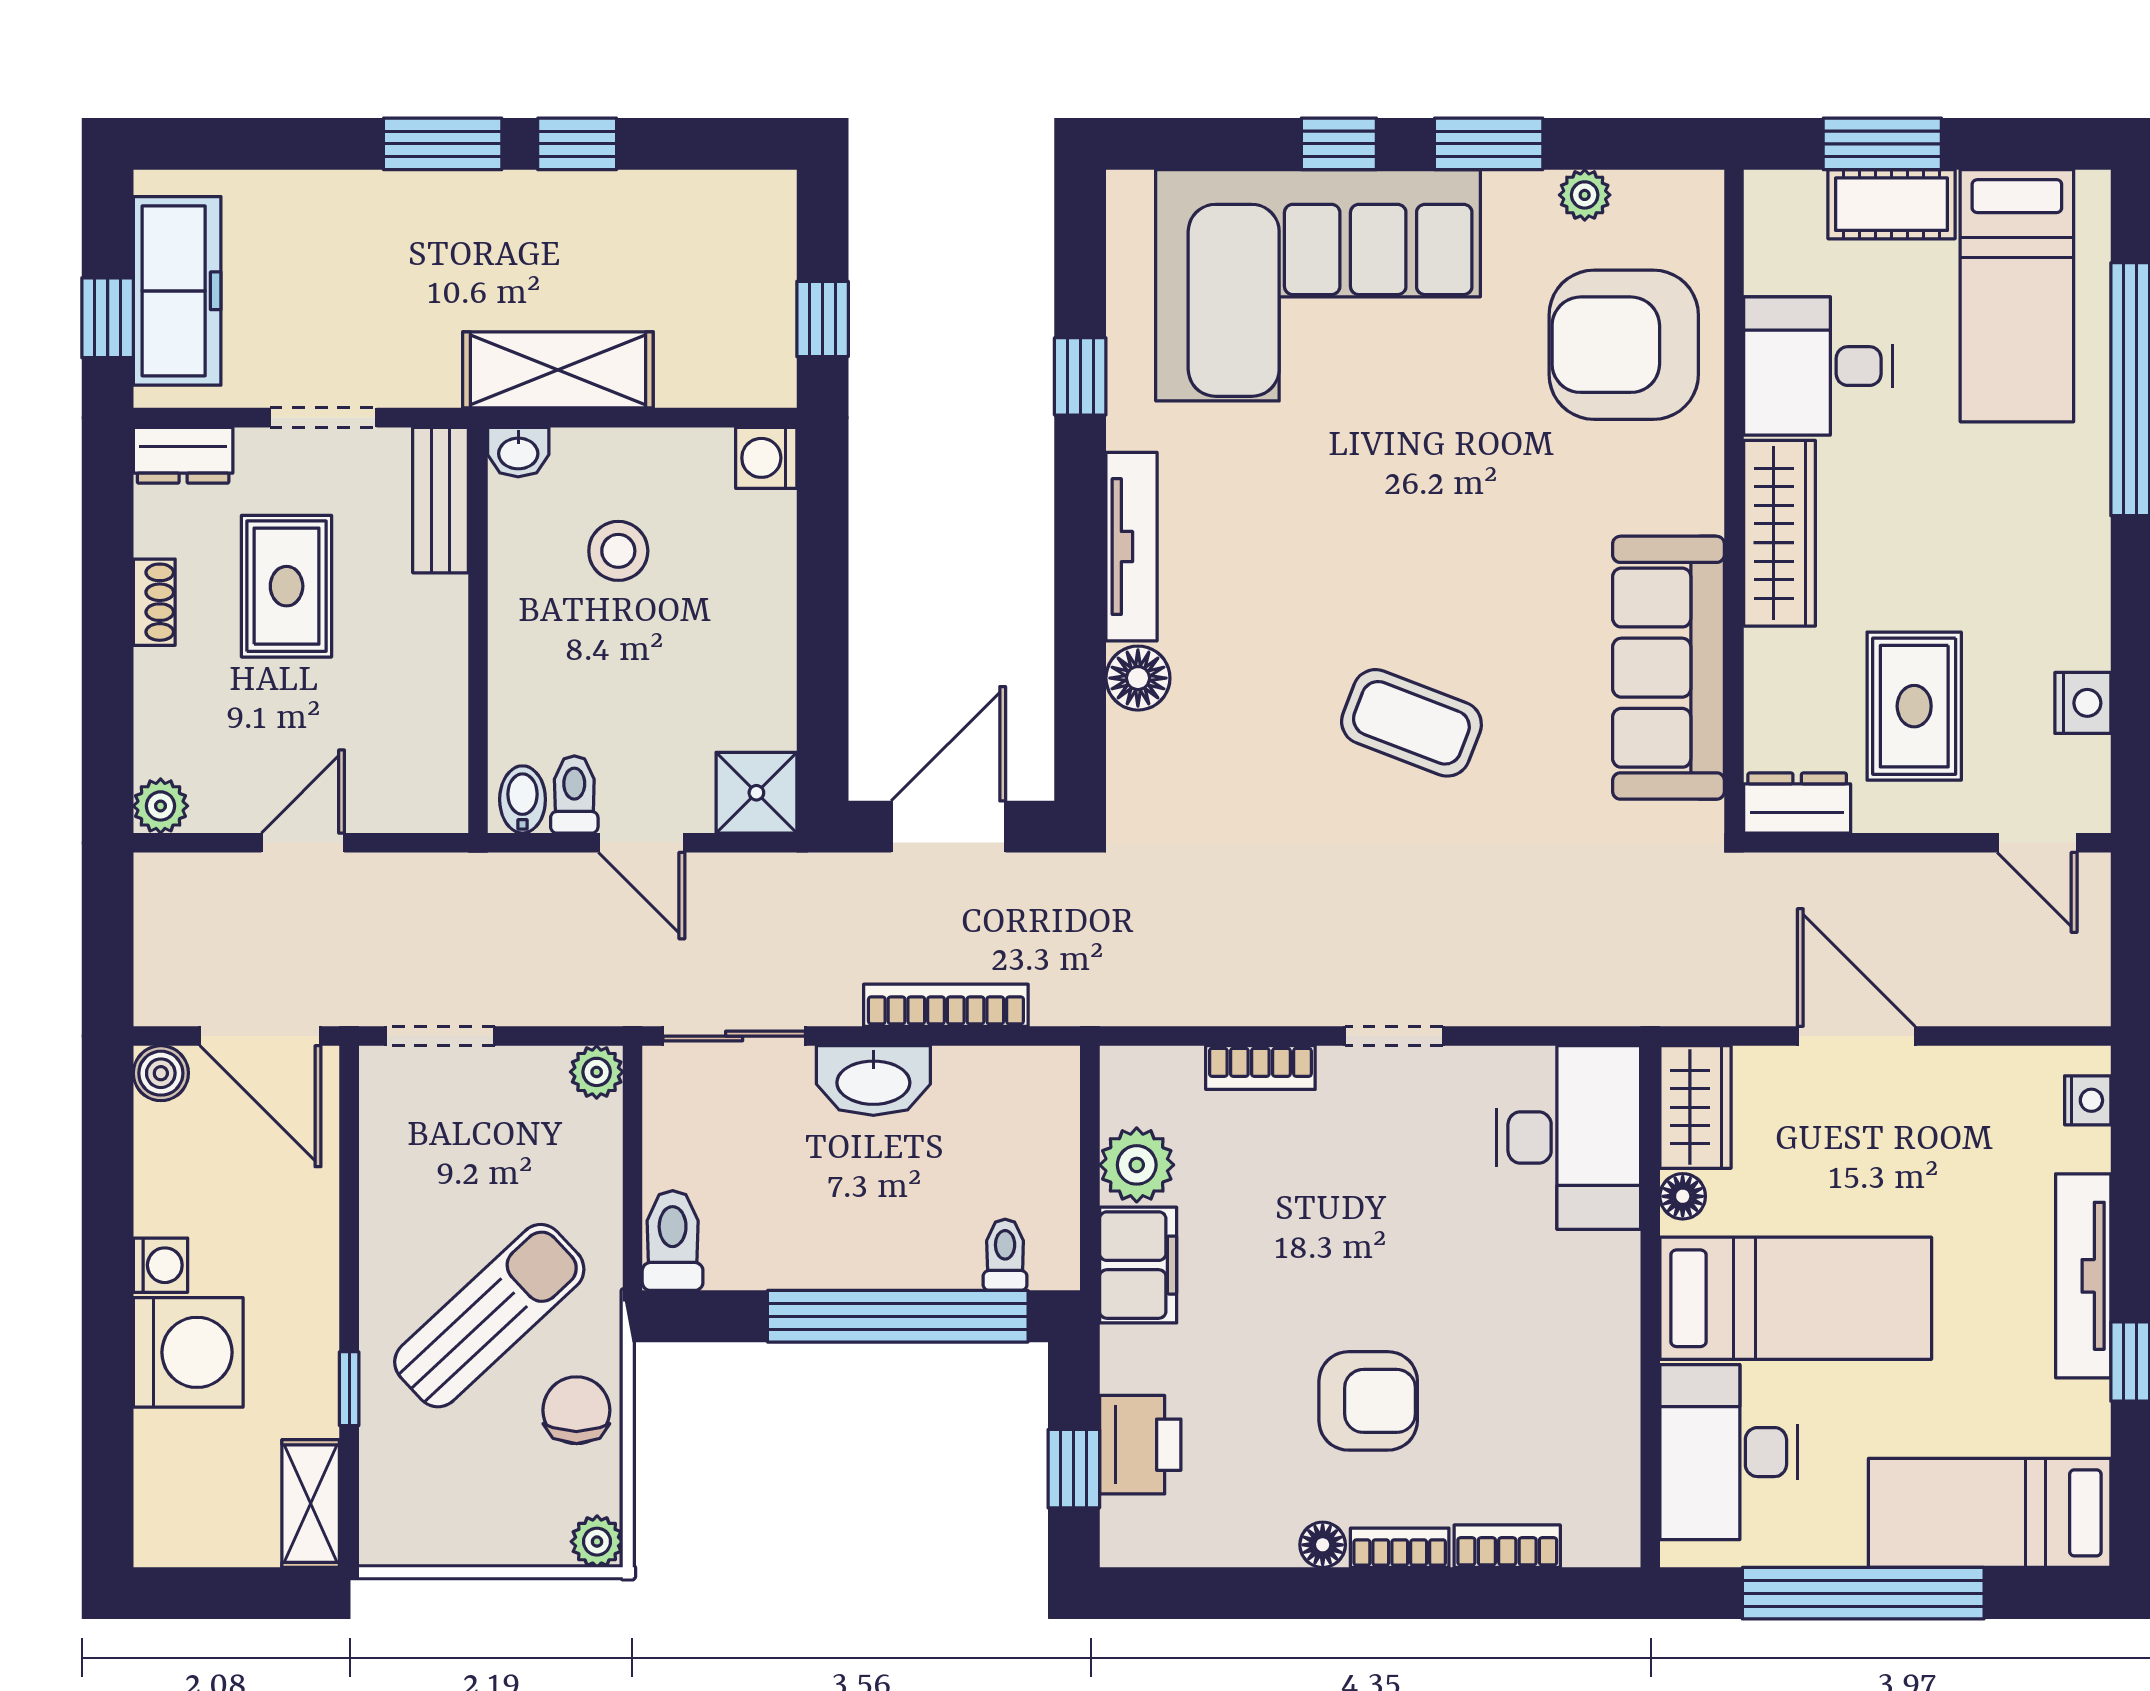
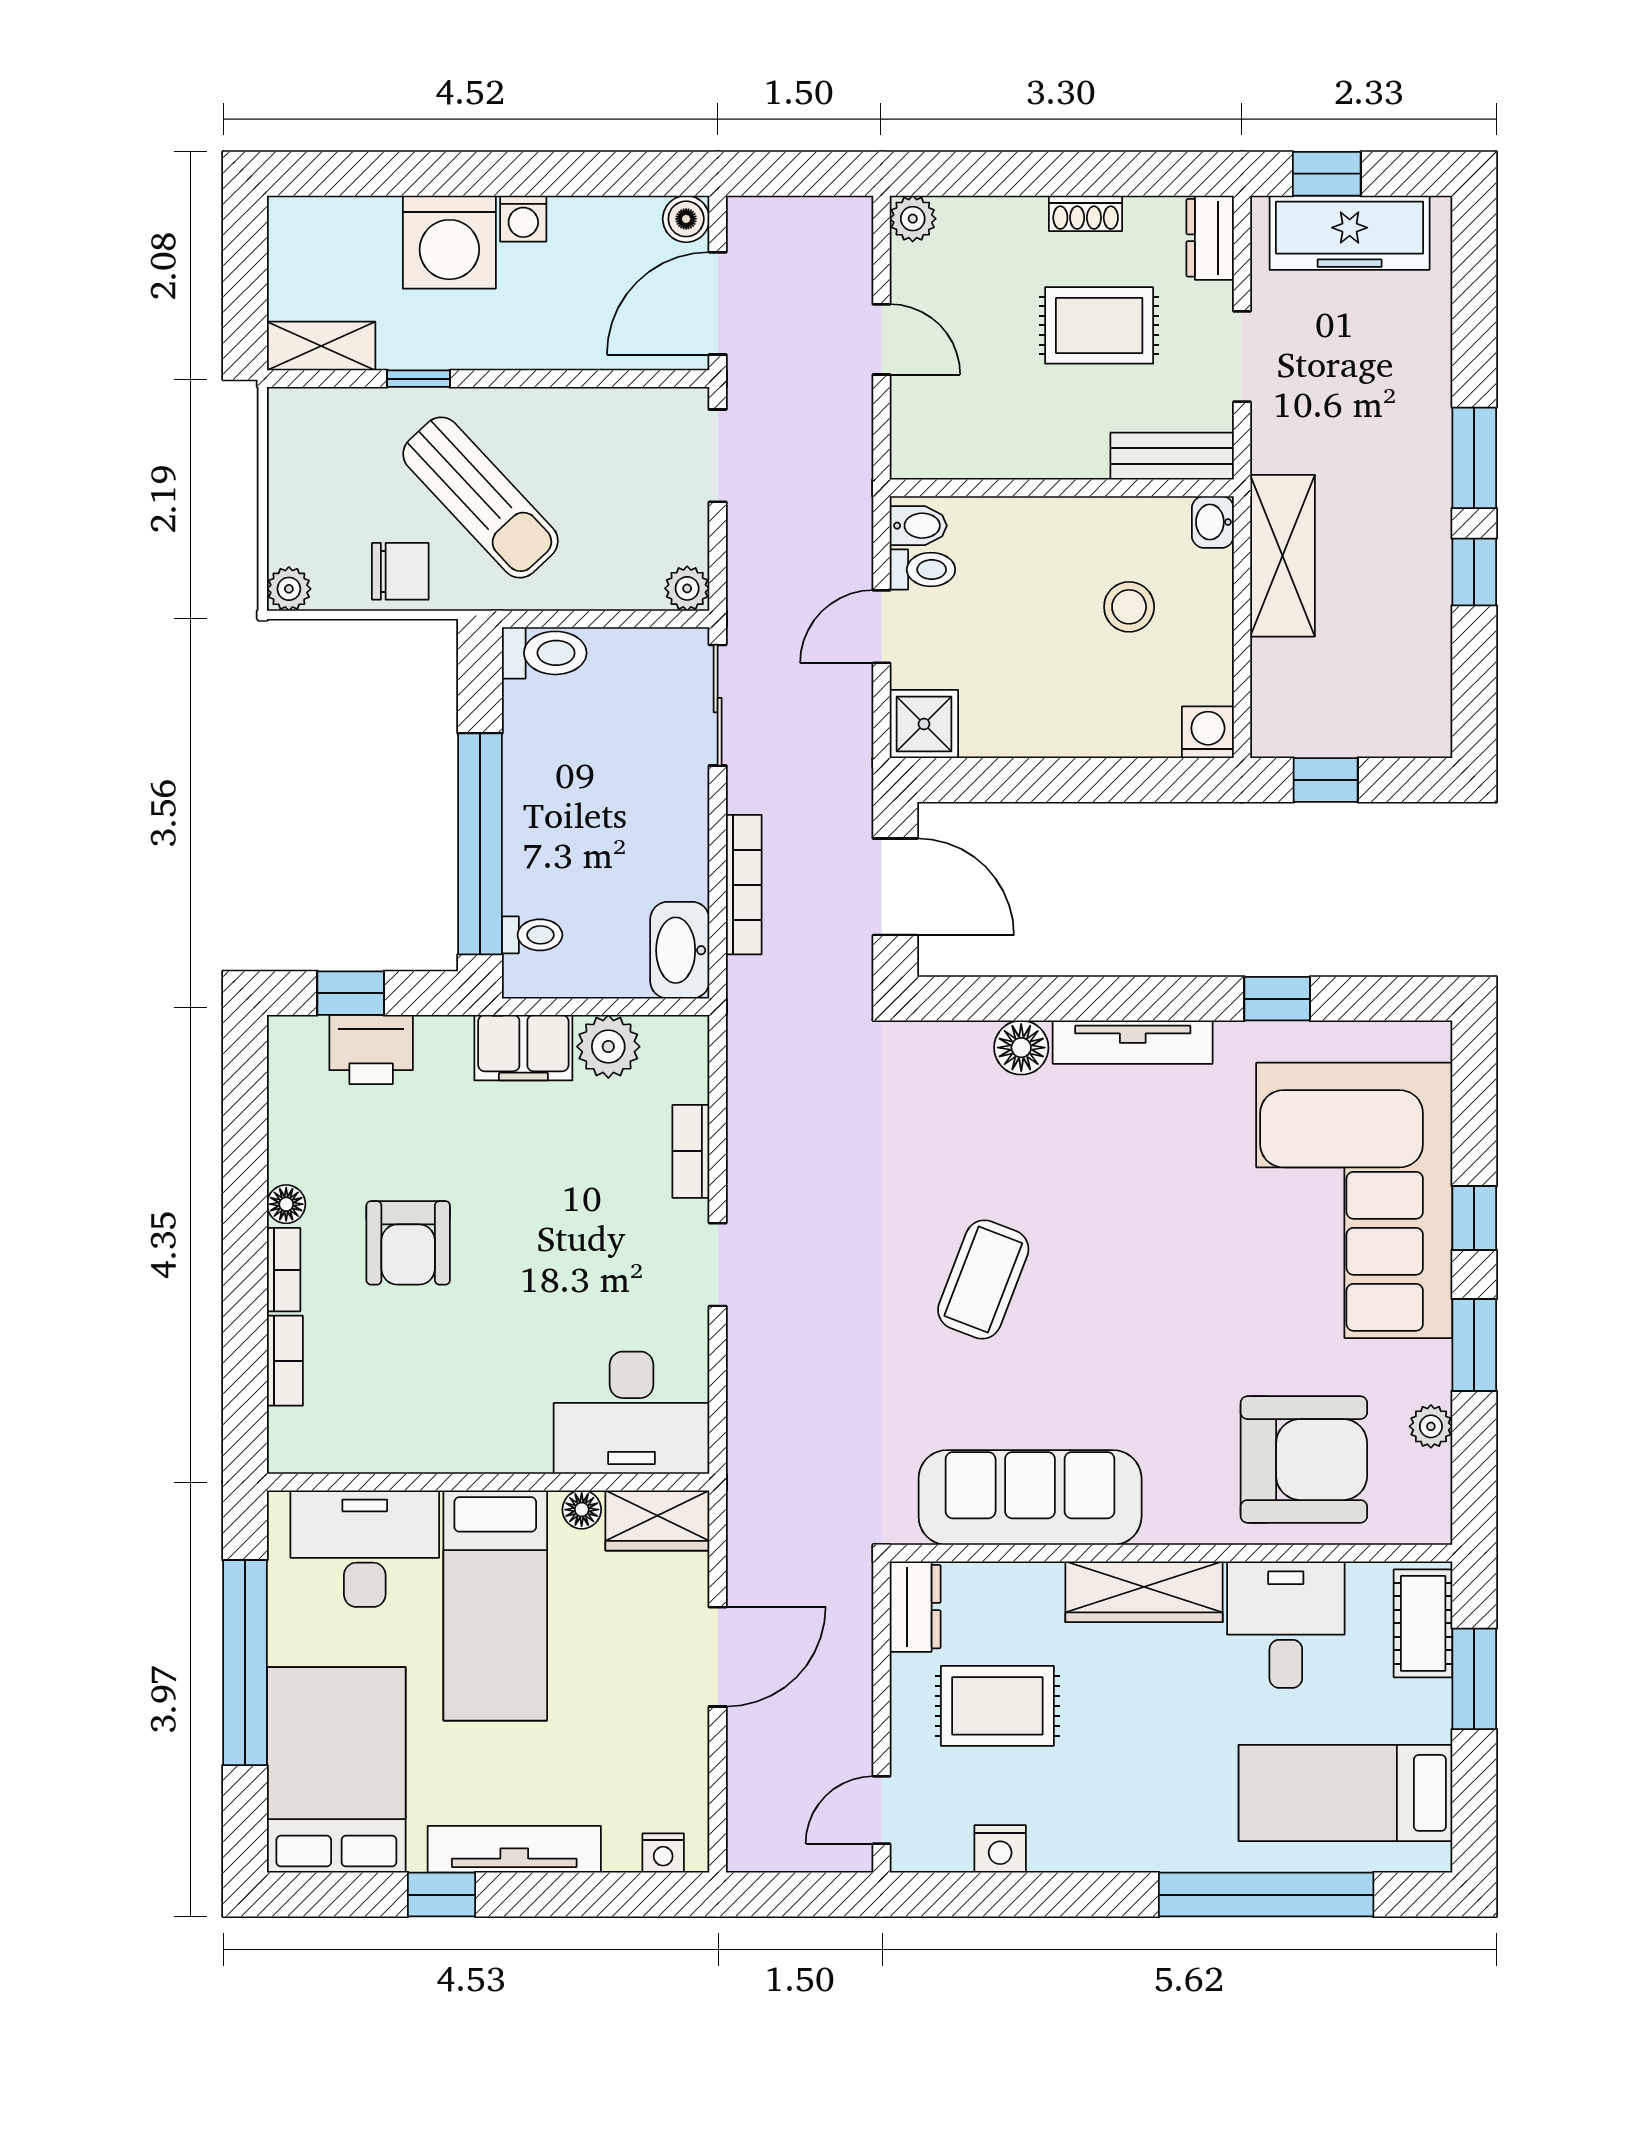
cot: (1891, 204) -> (1423, 1623), moved
armchair: (1624, 345) -> (1304, 1460), turned 90
washbasin: (873, 1081) -> (680, 950), moved
bed: (1990, 1513) -> (336, 1770), width x1.50

